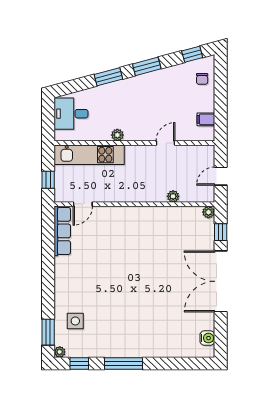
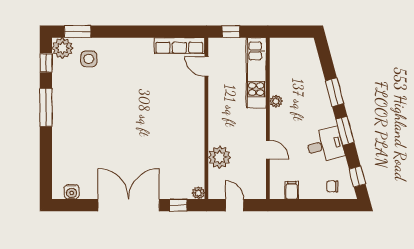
desk: (71, 114) -> (325, 145), moved, turned 75
plant: (173, 196) -> (220, 157), width x1.87, depth x1.87
plant: (60, 352) -> (63, 48), width x1.88, depth x1.88

